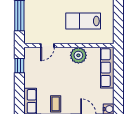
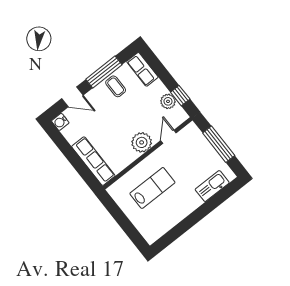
plant: (78, 55) -> (142, 142), moved
plant: (30, 68) -> (168, 101), added

